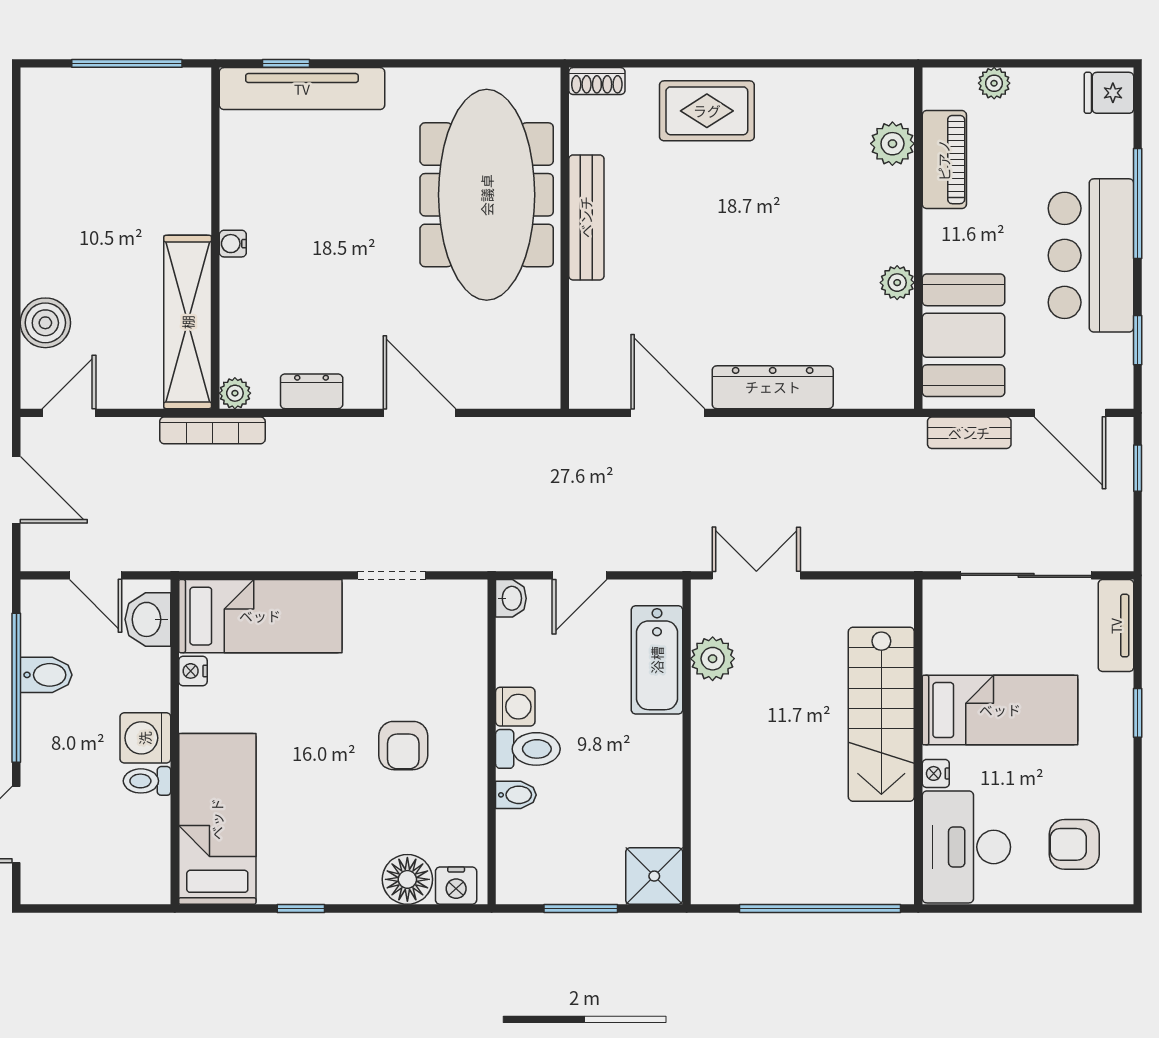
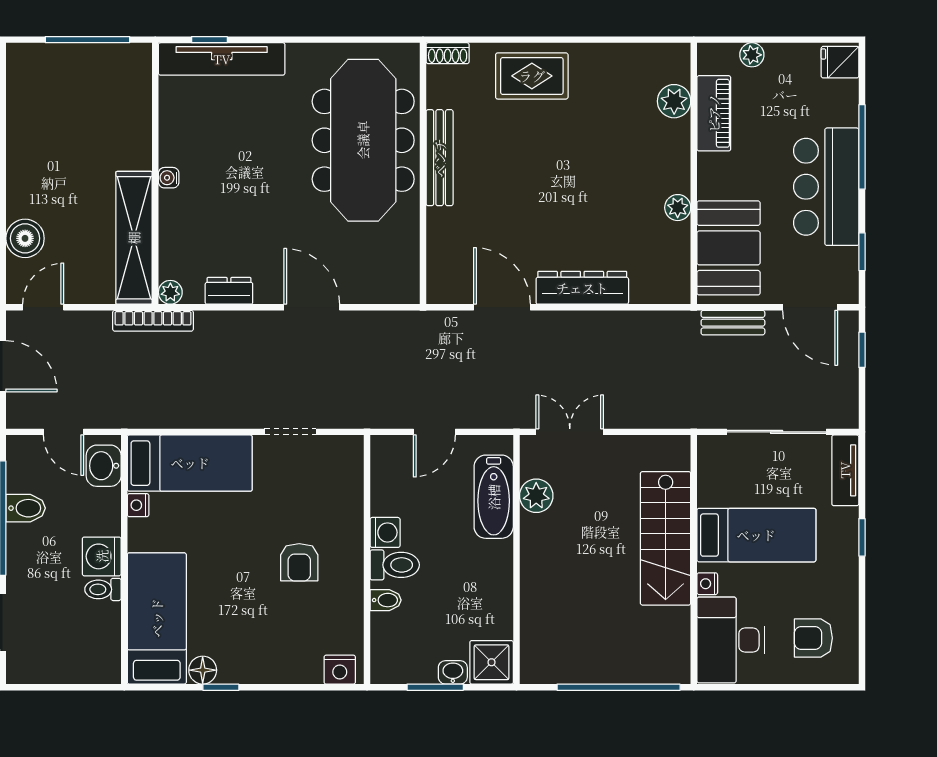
washbasin: (511, 598) -> (453, 672), moved, turned -90
floor lamp: (407, 879) -> (203, 670), moved, width x0.73, depth x0.73

